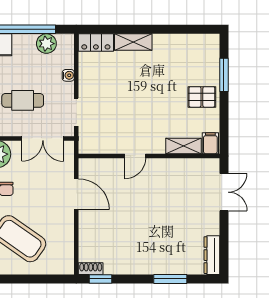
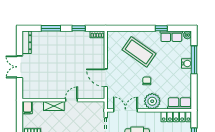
shelving: (184, 146) -> (54, 106), moved
double door: (224, 192) -> (20, 67), moved
window: (101, 279) -> (79, 28), moved

